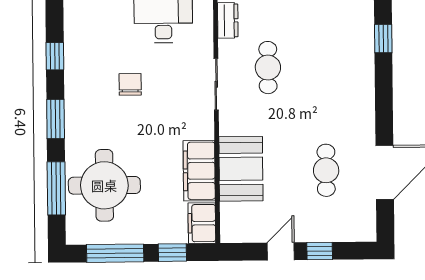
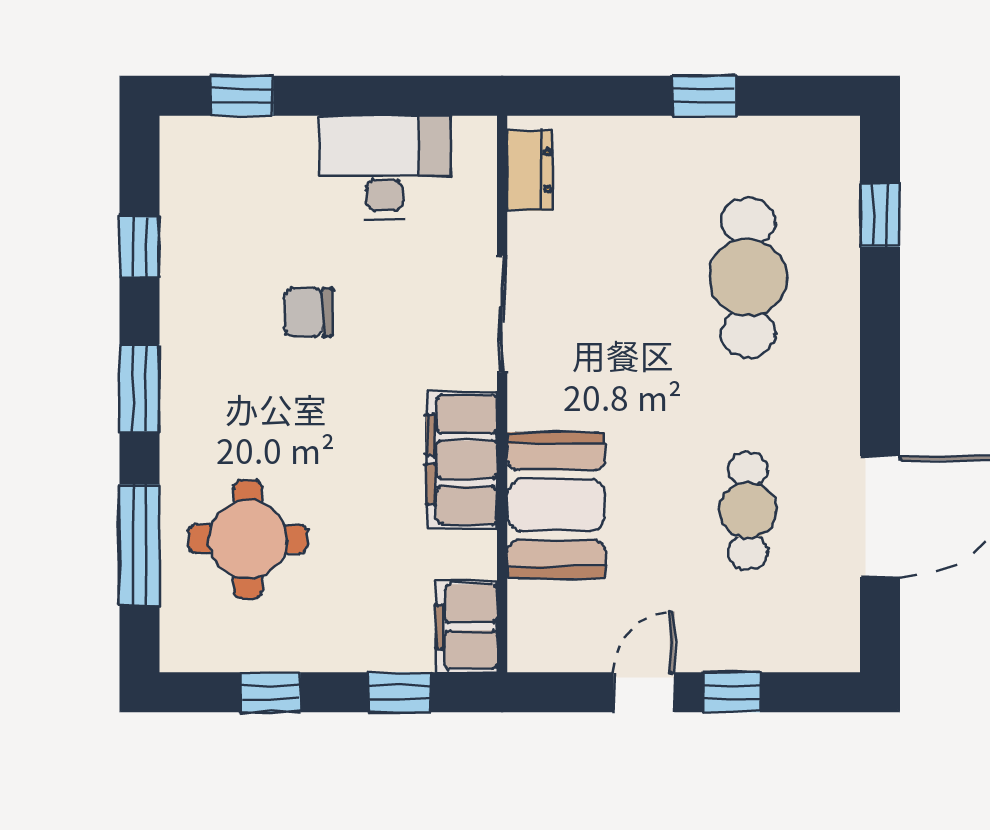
cafe table: (268, 68) -> (748, 278), moved, width x1.37, depth x1.35
chair: (130, 84) -> (308, 312), turned -90
filing cabinet: (199, 171) -> (462, 460), moved
round table: (104, 185) -> (248, 539), width x0.73, depth x0.73
window: (115, 253) -> (270, 692), width x0.46

